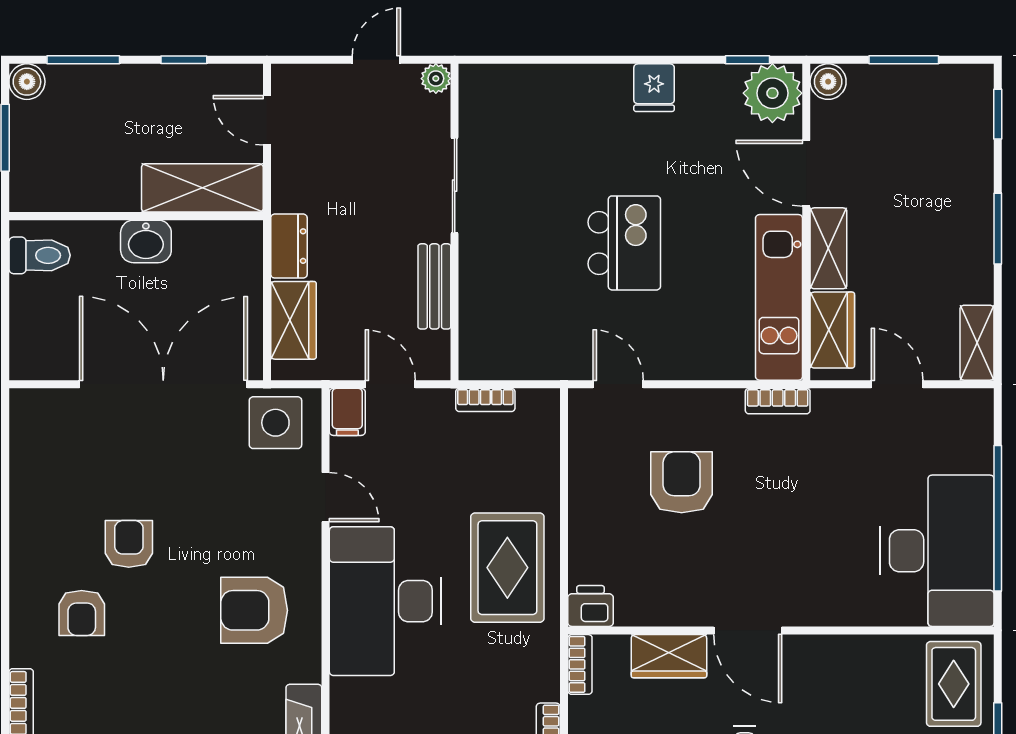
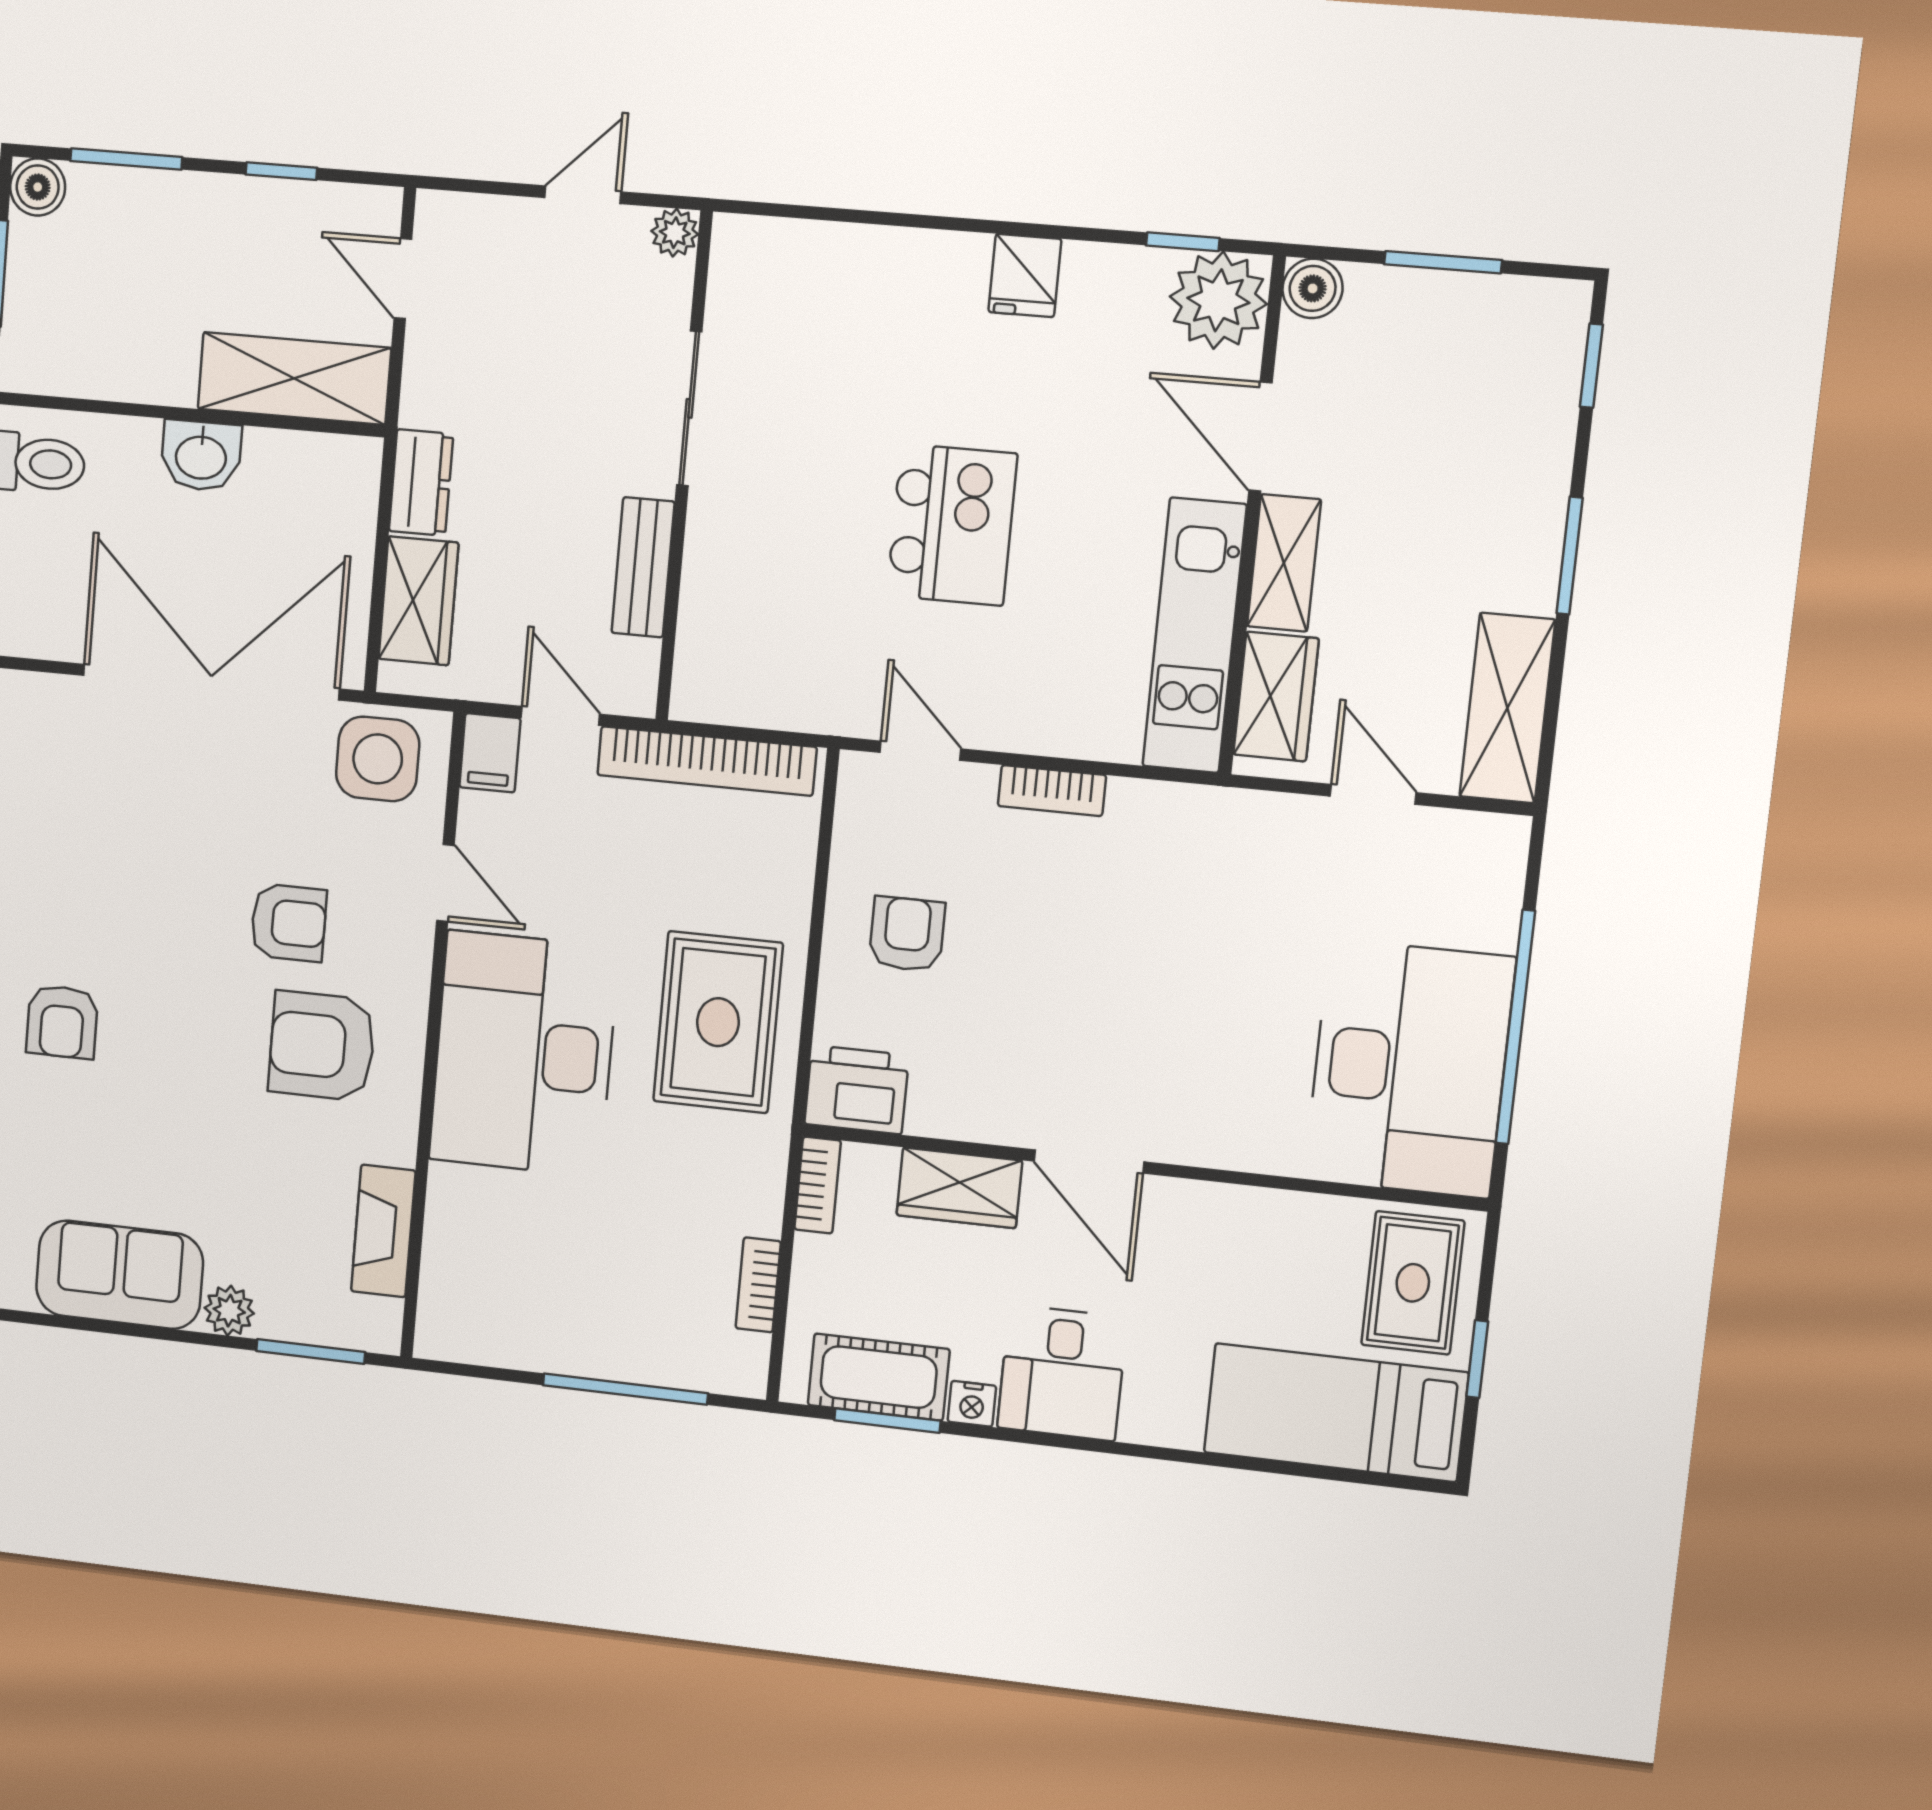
shelving: (977, 343) -> (1507, 708), width x1.50, depth x1.33
bookcase: (485, 400) -> (707, 761), width x2.31, depth x1.31
bookcase: (778, 401) -> (1052, 791), moved
armchair: (682, 482) -> (907, 934), moved, width x0.72, depth x0.72
armchair: (129, 544) -> (289, 923), moved, turned 90
printer: (591, 606) -> (857, 1090), width x1.36, depth x1.24

